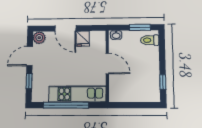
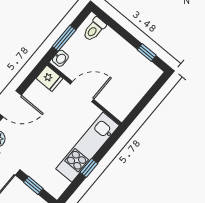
window: (140, 27) -> (64, 38), moved
fridge: (83, 39) -> (49, 78), moved
window: (66, 105) -> (89, 168), width x0.32

